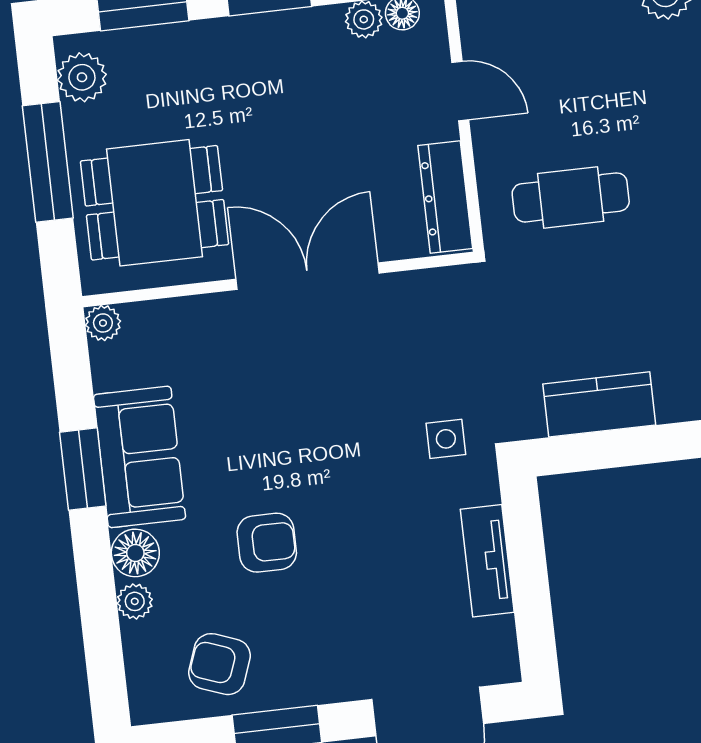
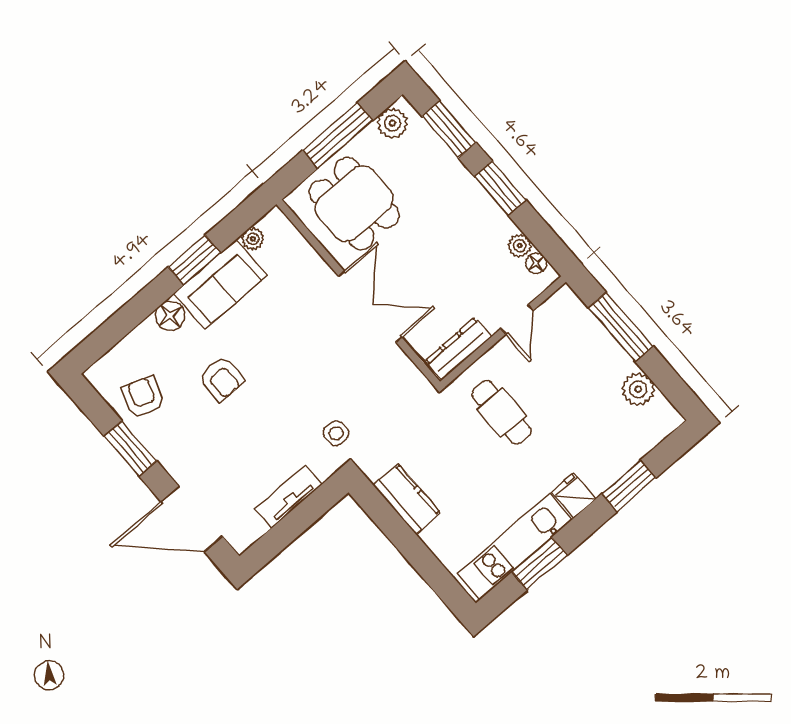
plant: (103, 323) -> (253, 239), moved
plant: (135, 601) -> (145, 332), removed

